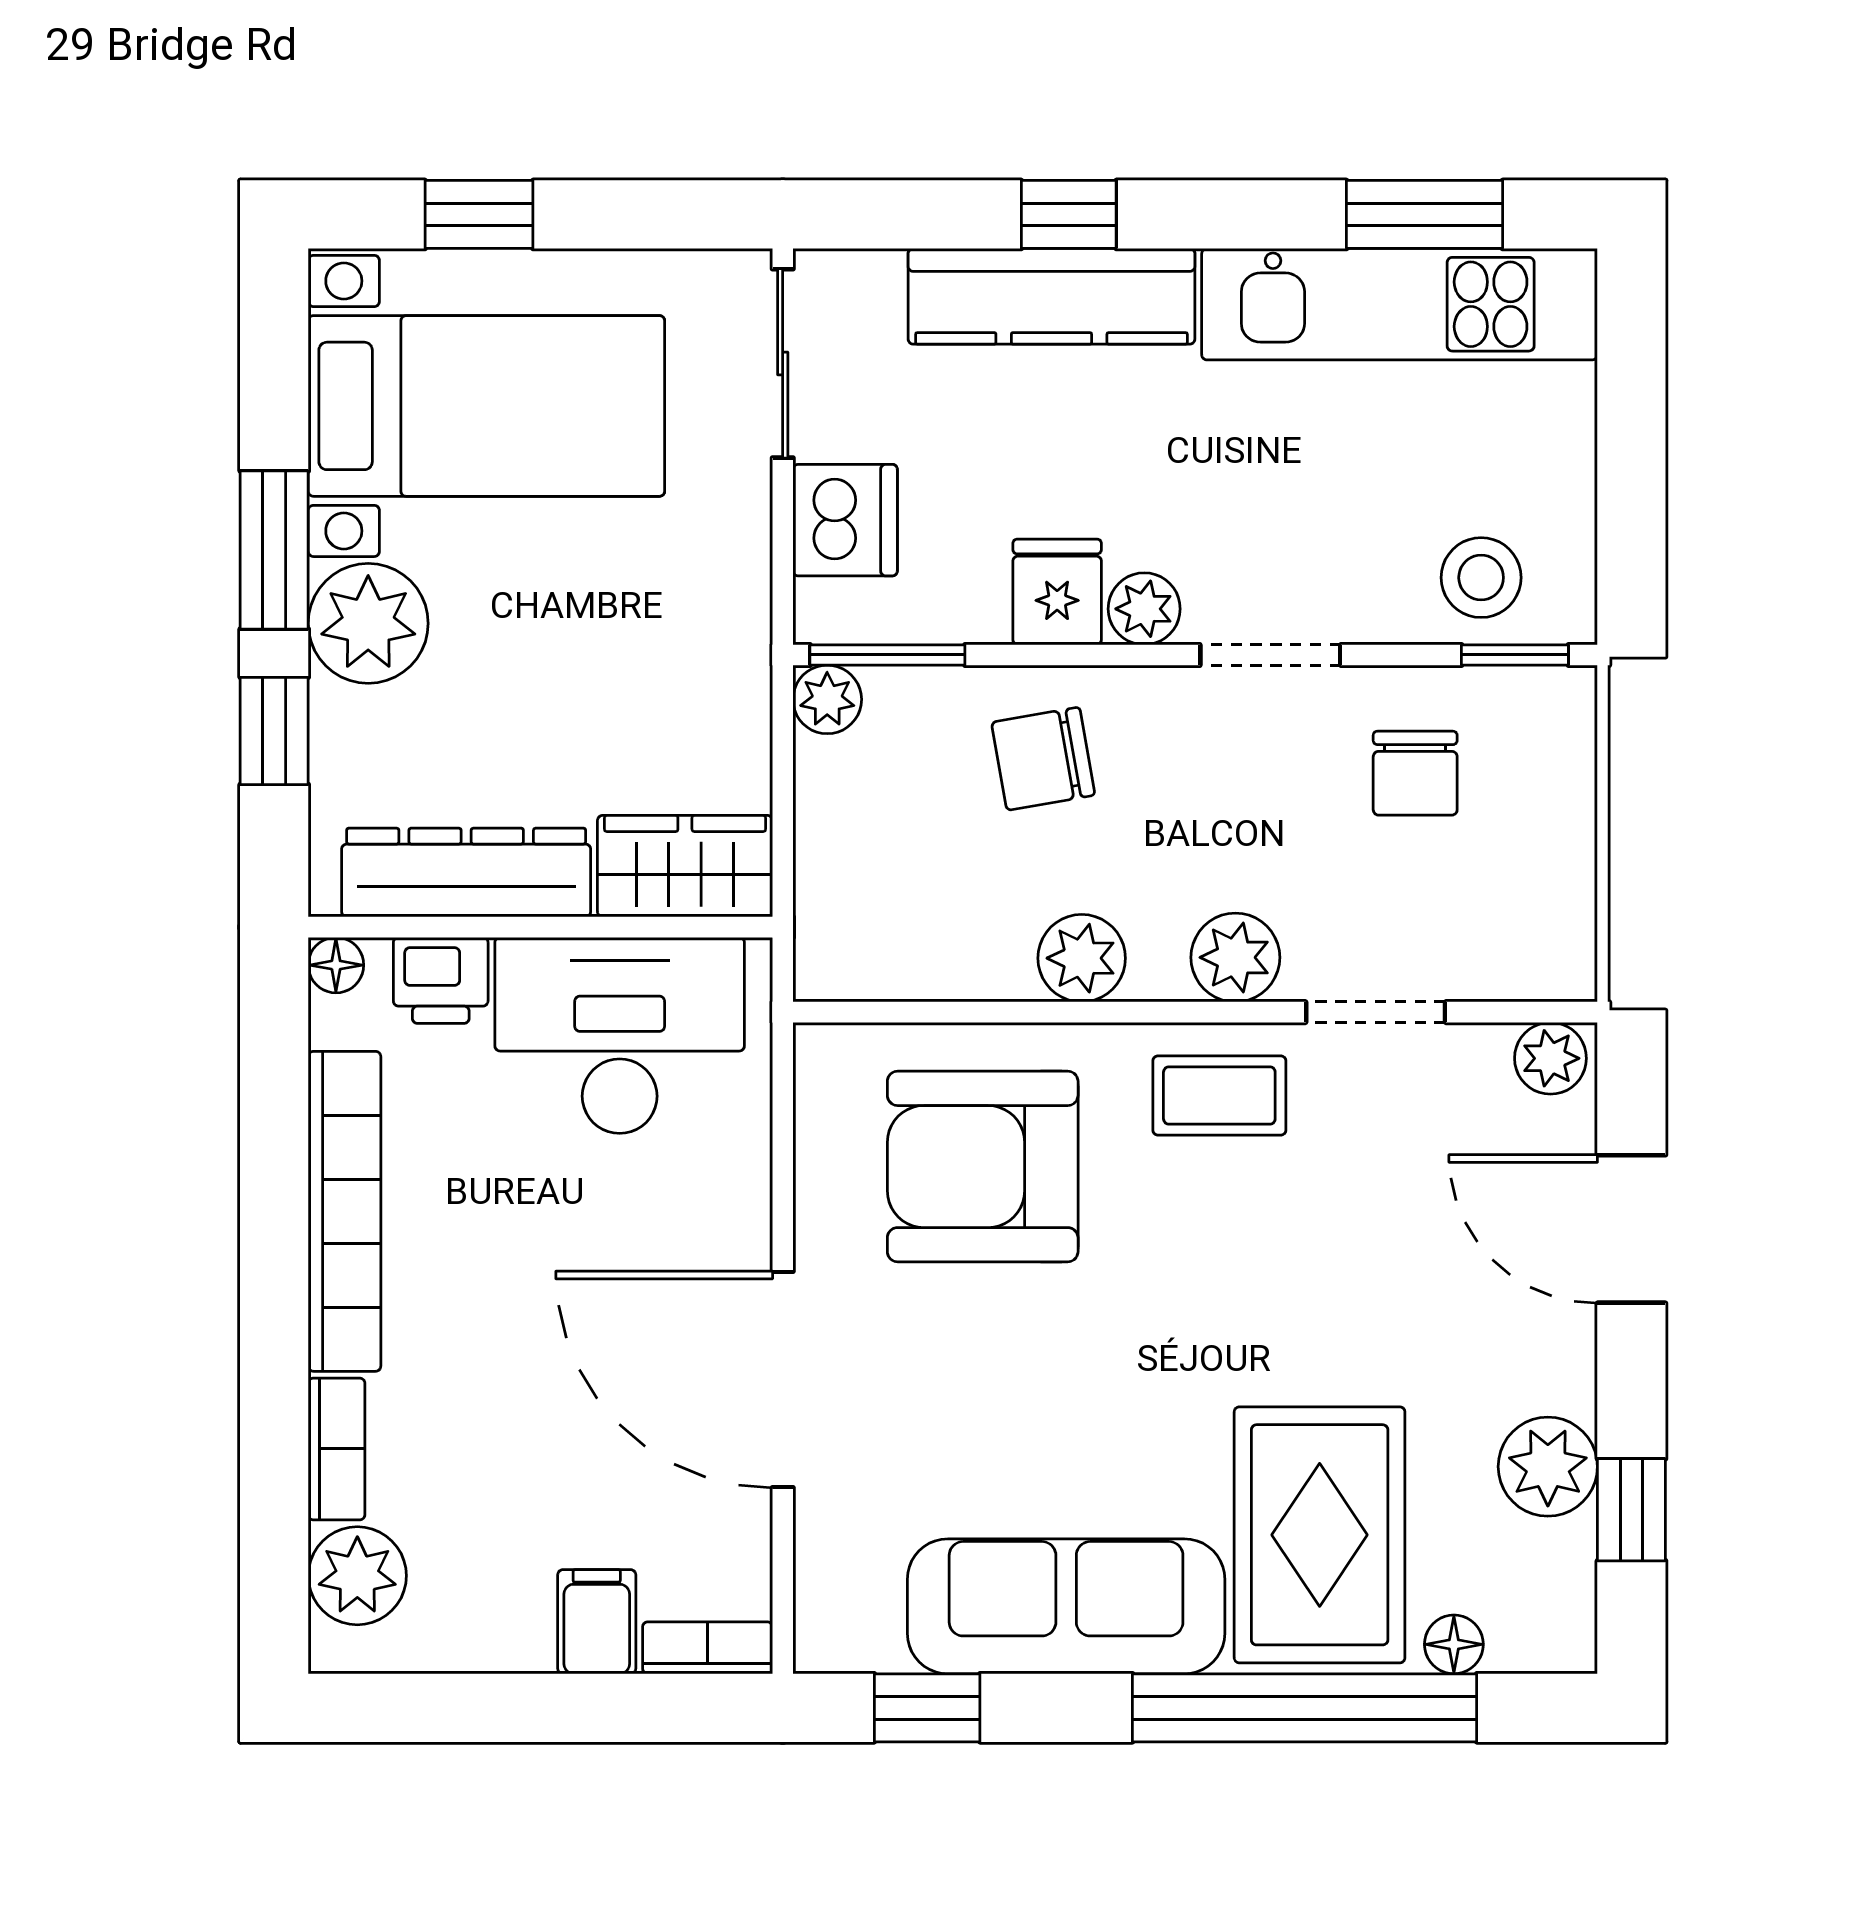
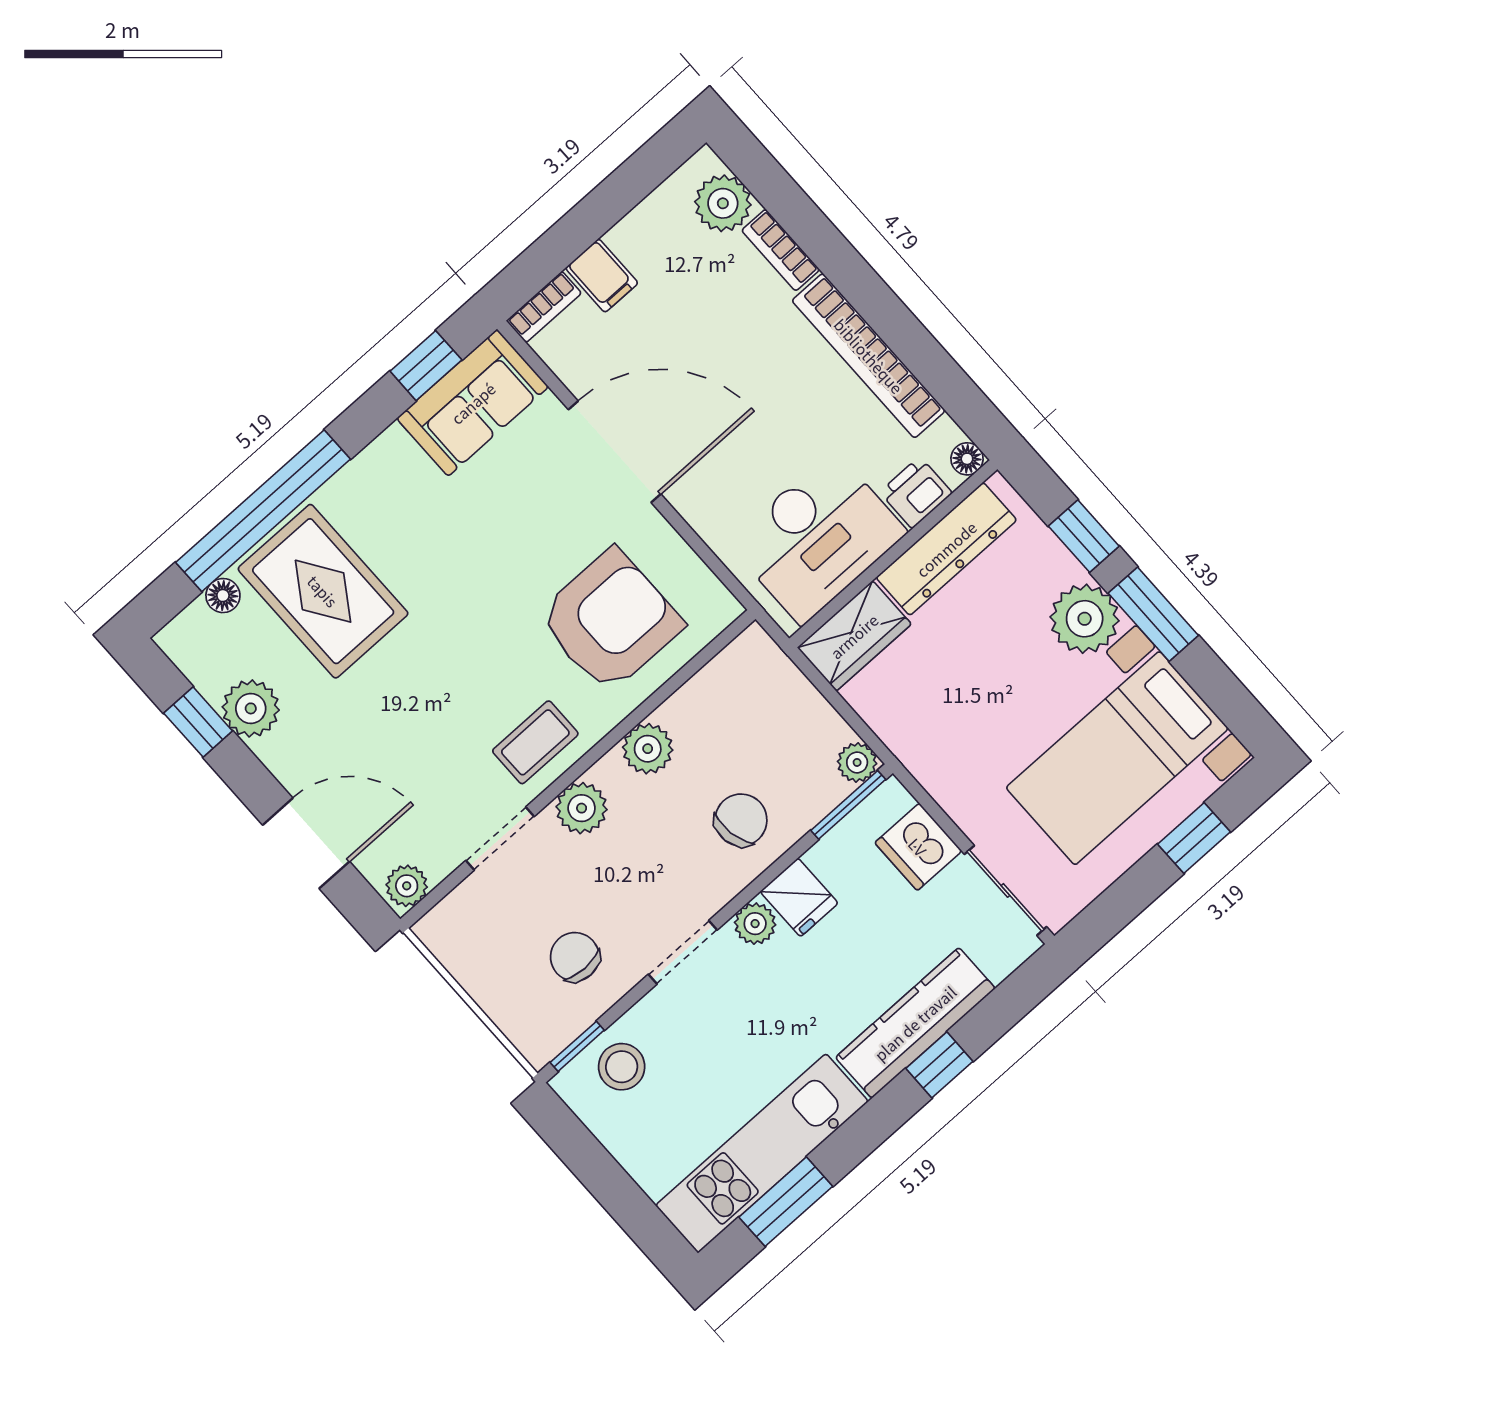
sofa: (1066, 1606) -> (473, 403), moved, width x0.73

